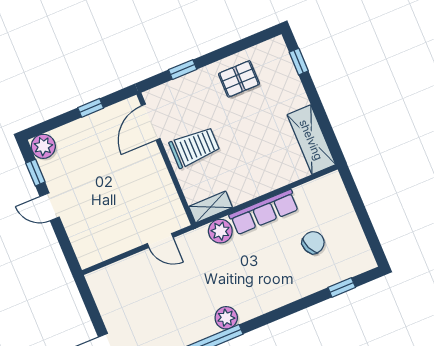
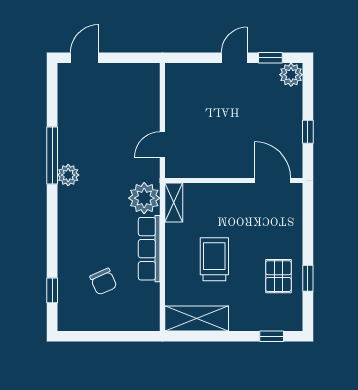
window: (183, 70) -> (308, 278), moved
trolley: (194, 147) -> (214, 259), moved, turned 180
plant: (220, 231) -> (144, 198), width x1.36, depth x1.36

